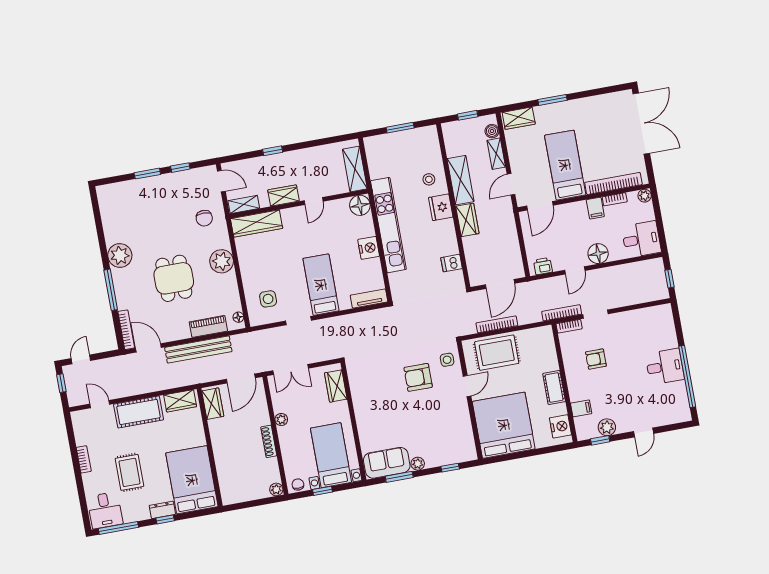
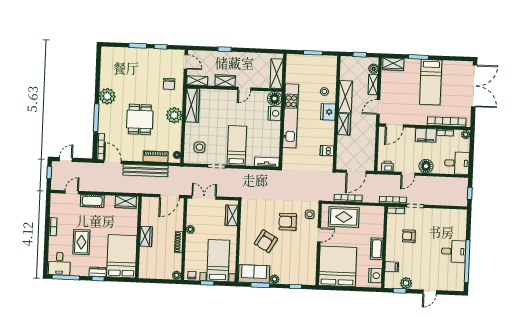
bed: (565, 165) -> (431, 82), moved, turned 180
filing cabinet: (595, 208) -> (426, 135), width x2.00
wardrobe: (257, 223) -> (192, 105), moved, turned -90
nightstand: (369, 248) -> (275, 113), moved
double door: (291, 369) -> (204, 197), swing flipped
door: (100, 404) -> (72, 192), hinge flipped
wardrobe: (213, 404) -> (146, 236), moved
cot: (139, 412) -> (92, 201), width x0.73, depth x0.75
armchair: (393, 412) -> (266, 241), added

